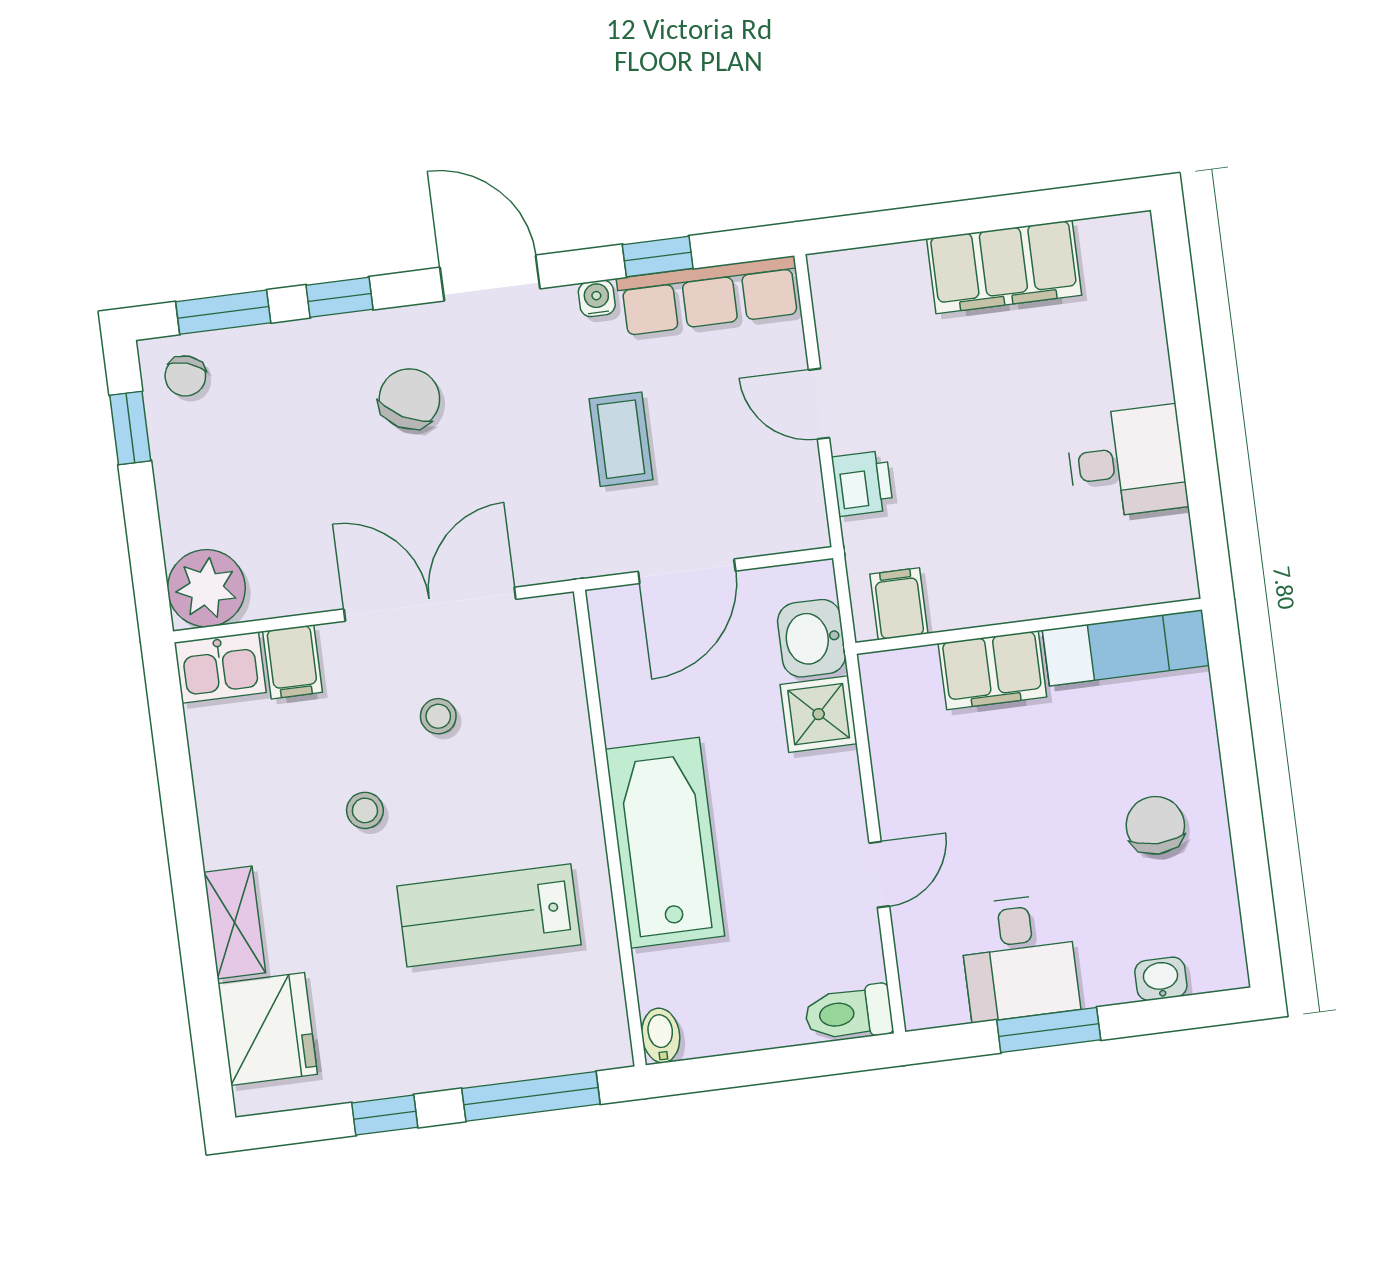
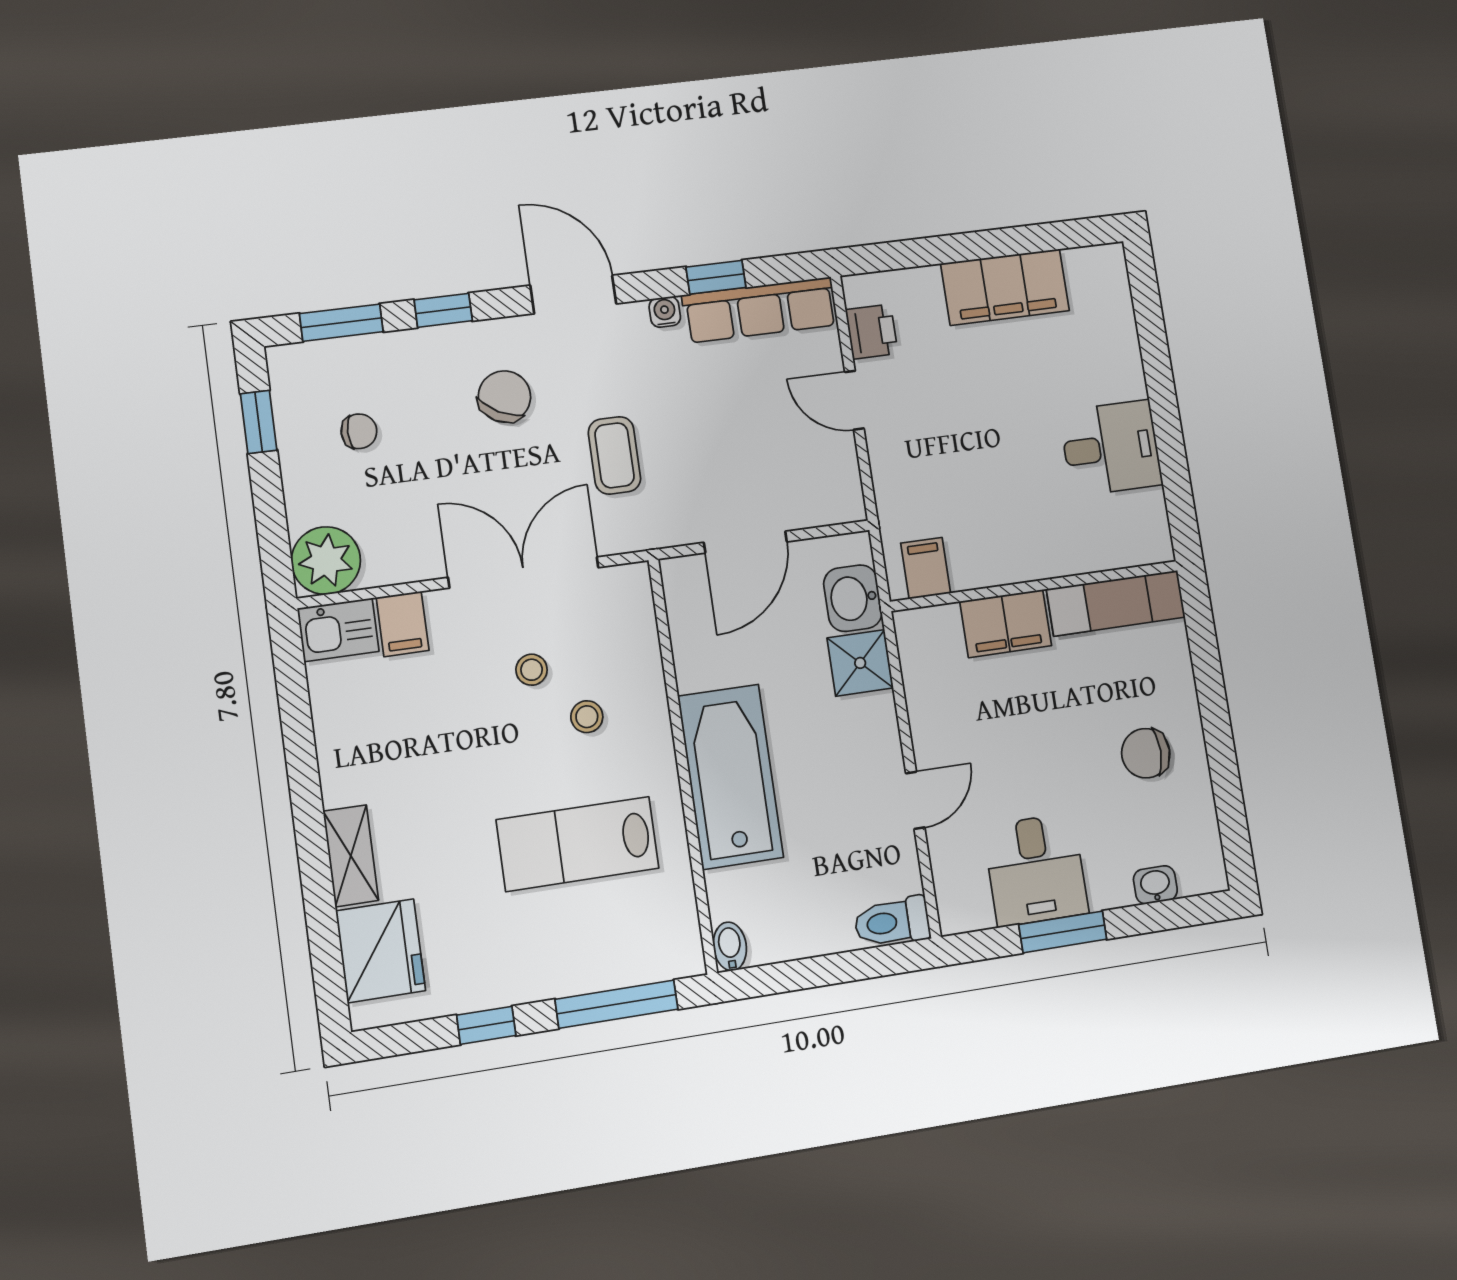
chair: (185, 376) -> (359, 431), moved, turned -108
coffee table: (621, 439) -> (614, 455), moved
printer: (862, 483) -> (872, 332), moved
stool: (365, 810) -> (587, 717), moved
chair: (1155, 825) -> (1146, 753), turned -90

